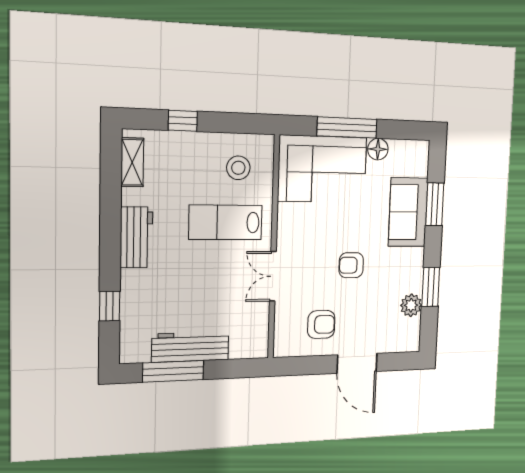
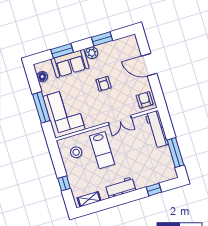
floor lamp: (378, 149) -> (42, 77), moved
plant: (411, 305) -> (92, 53), moved
armchair: (321, 324) -> (145, 100), moved
workbench: (190, 347) -> (157, 129), moved
door: (357, 363) -> (149, 65), swing flipped

